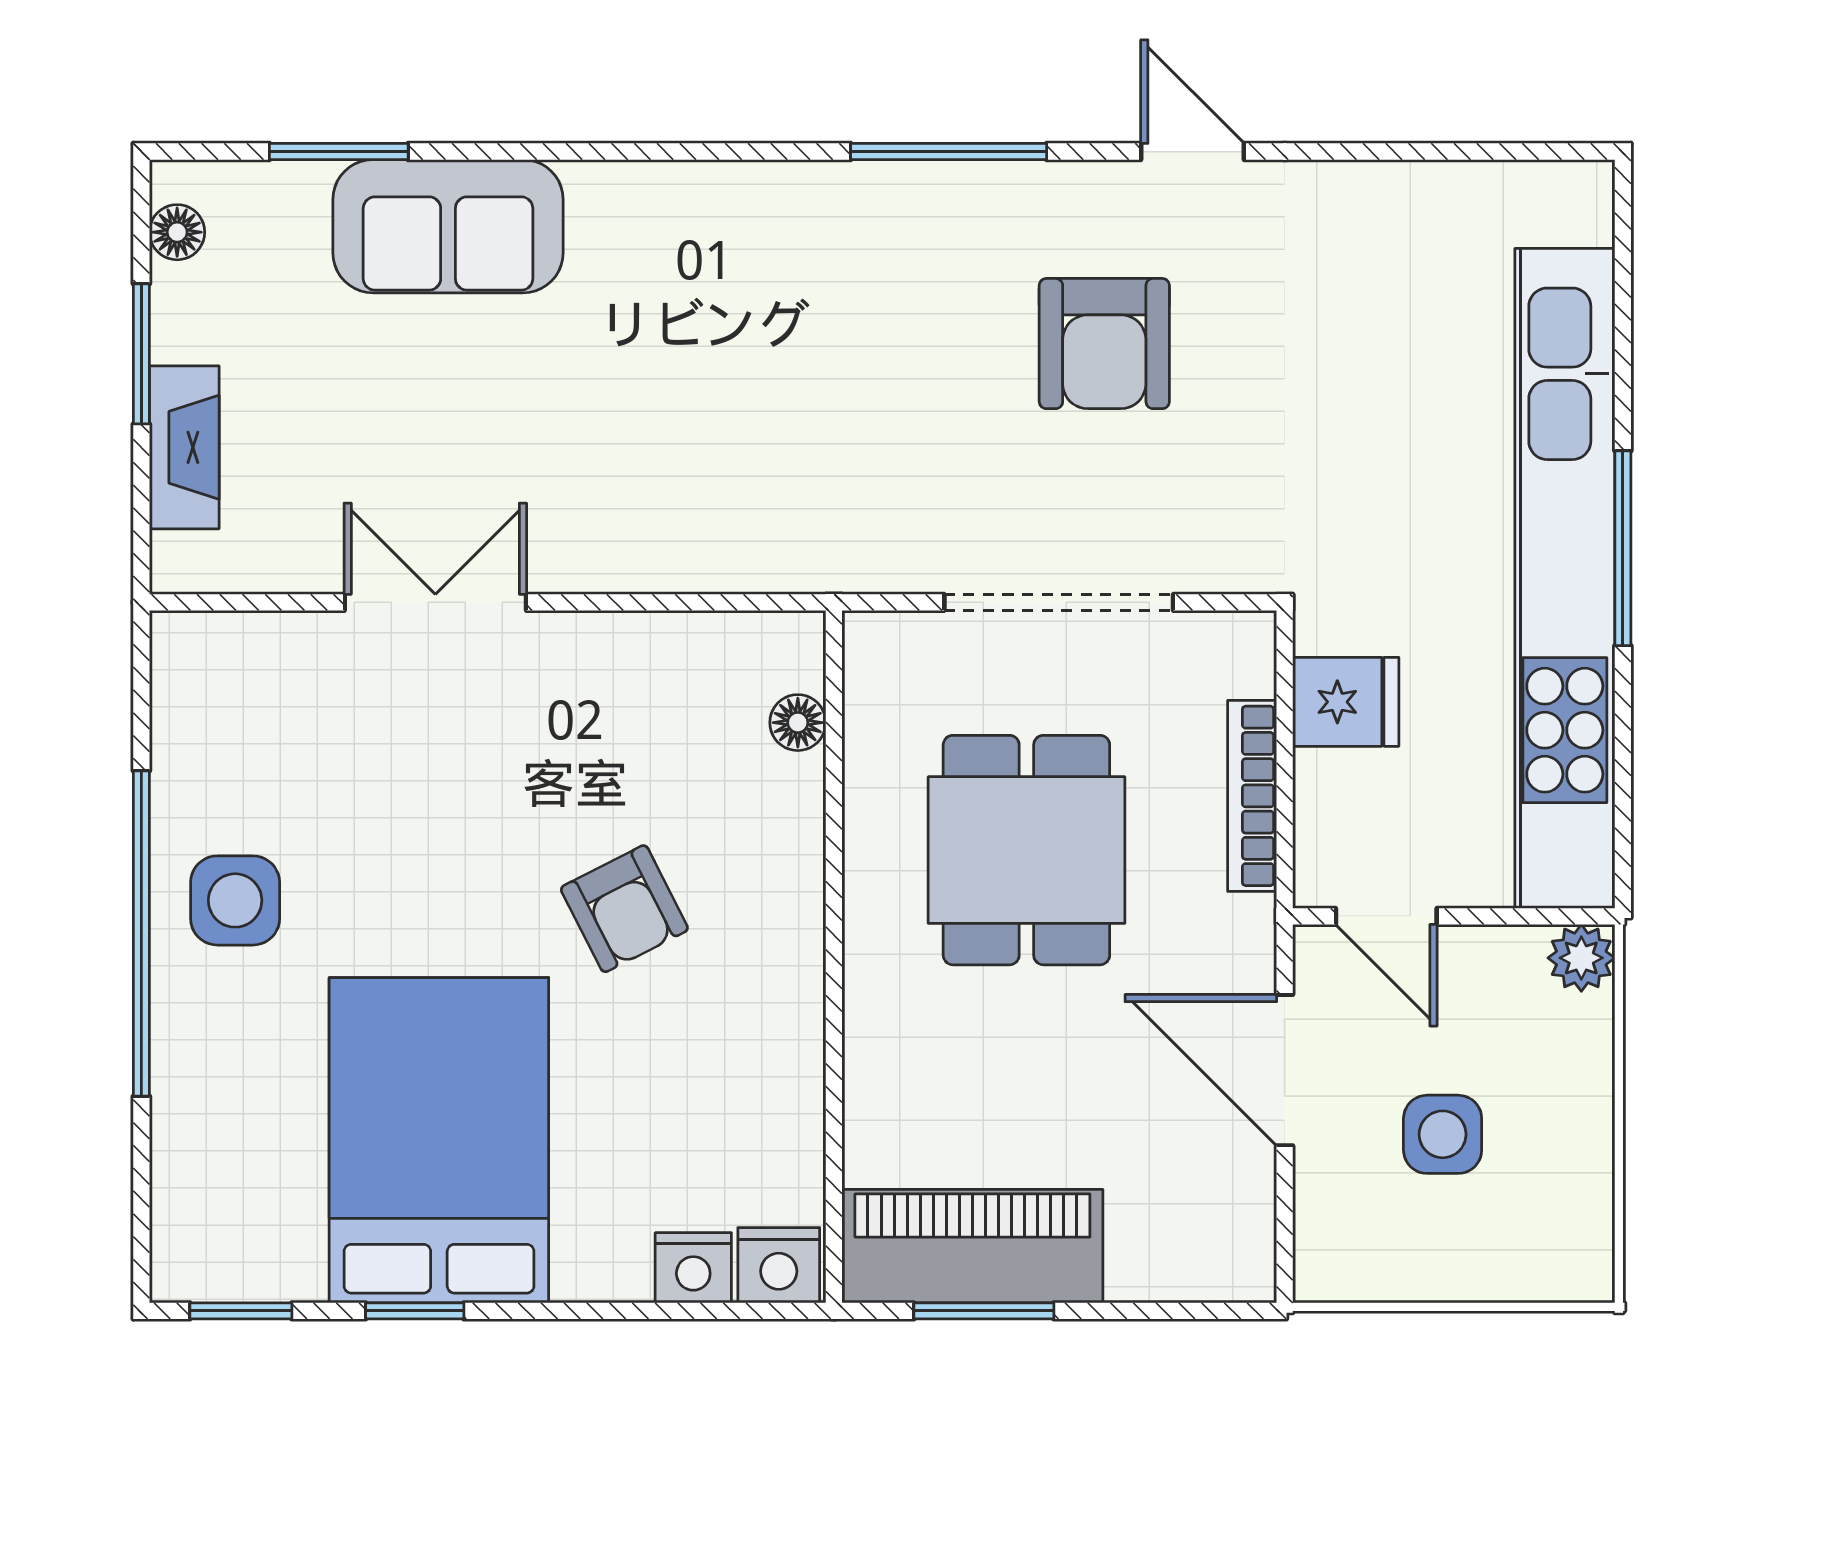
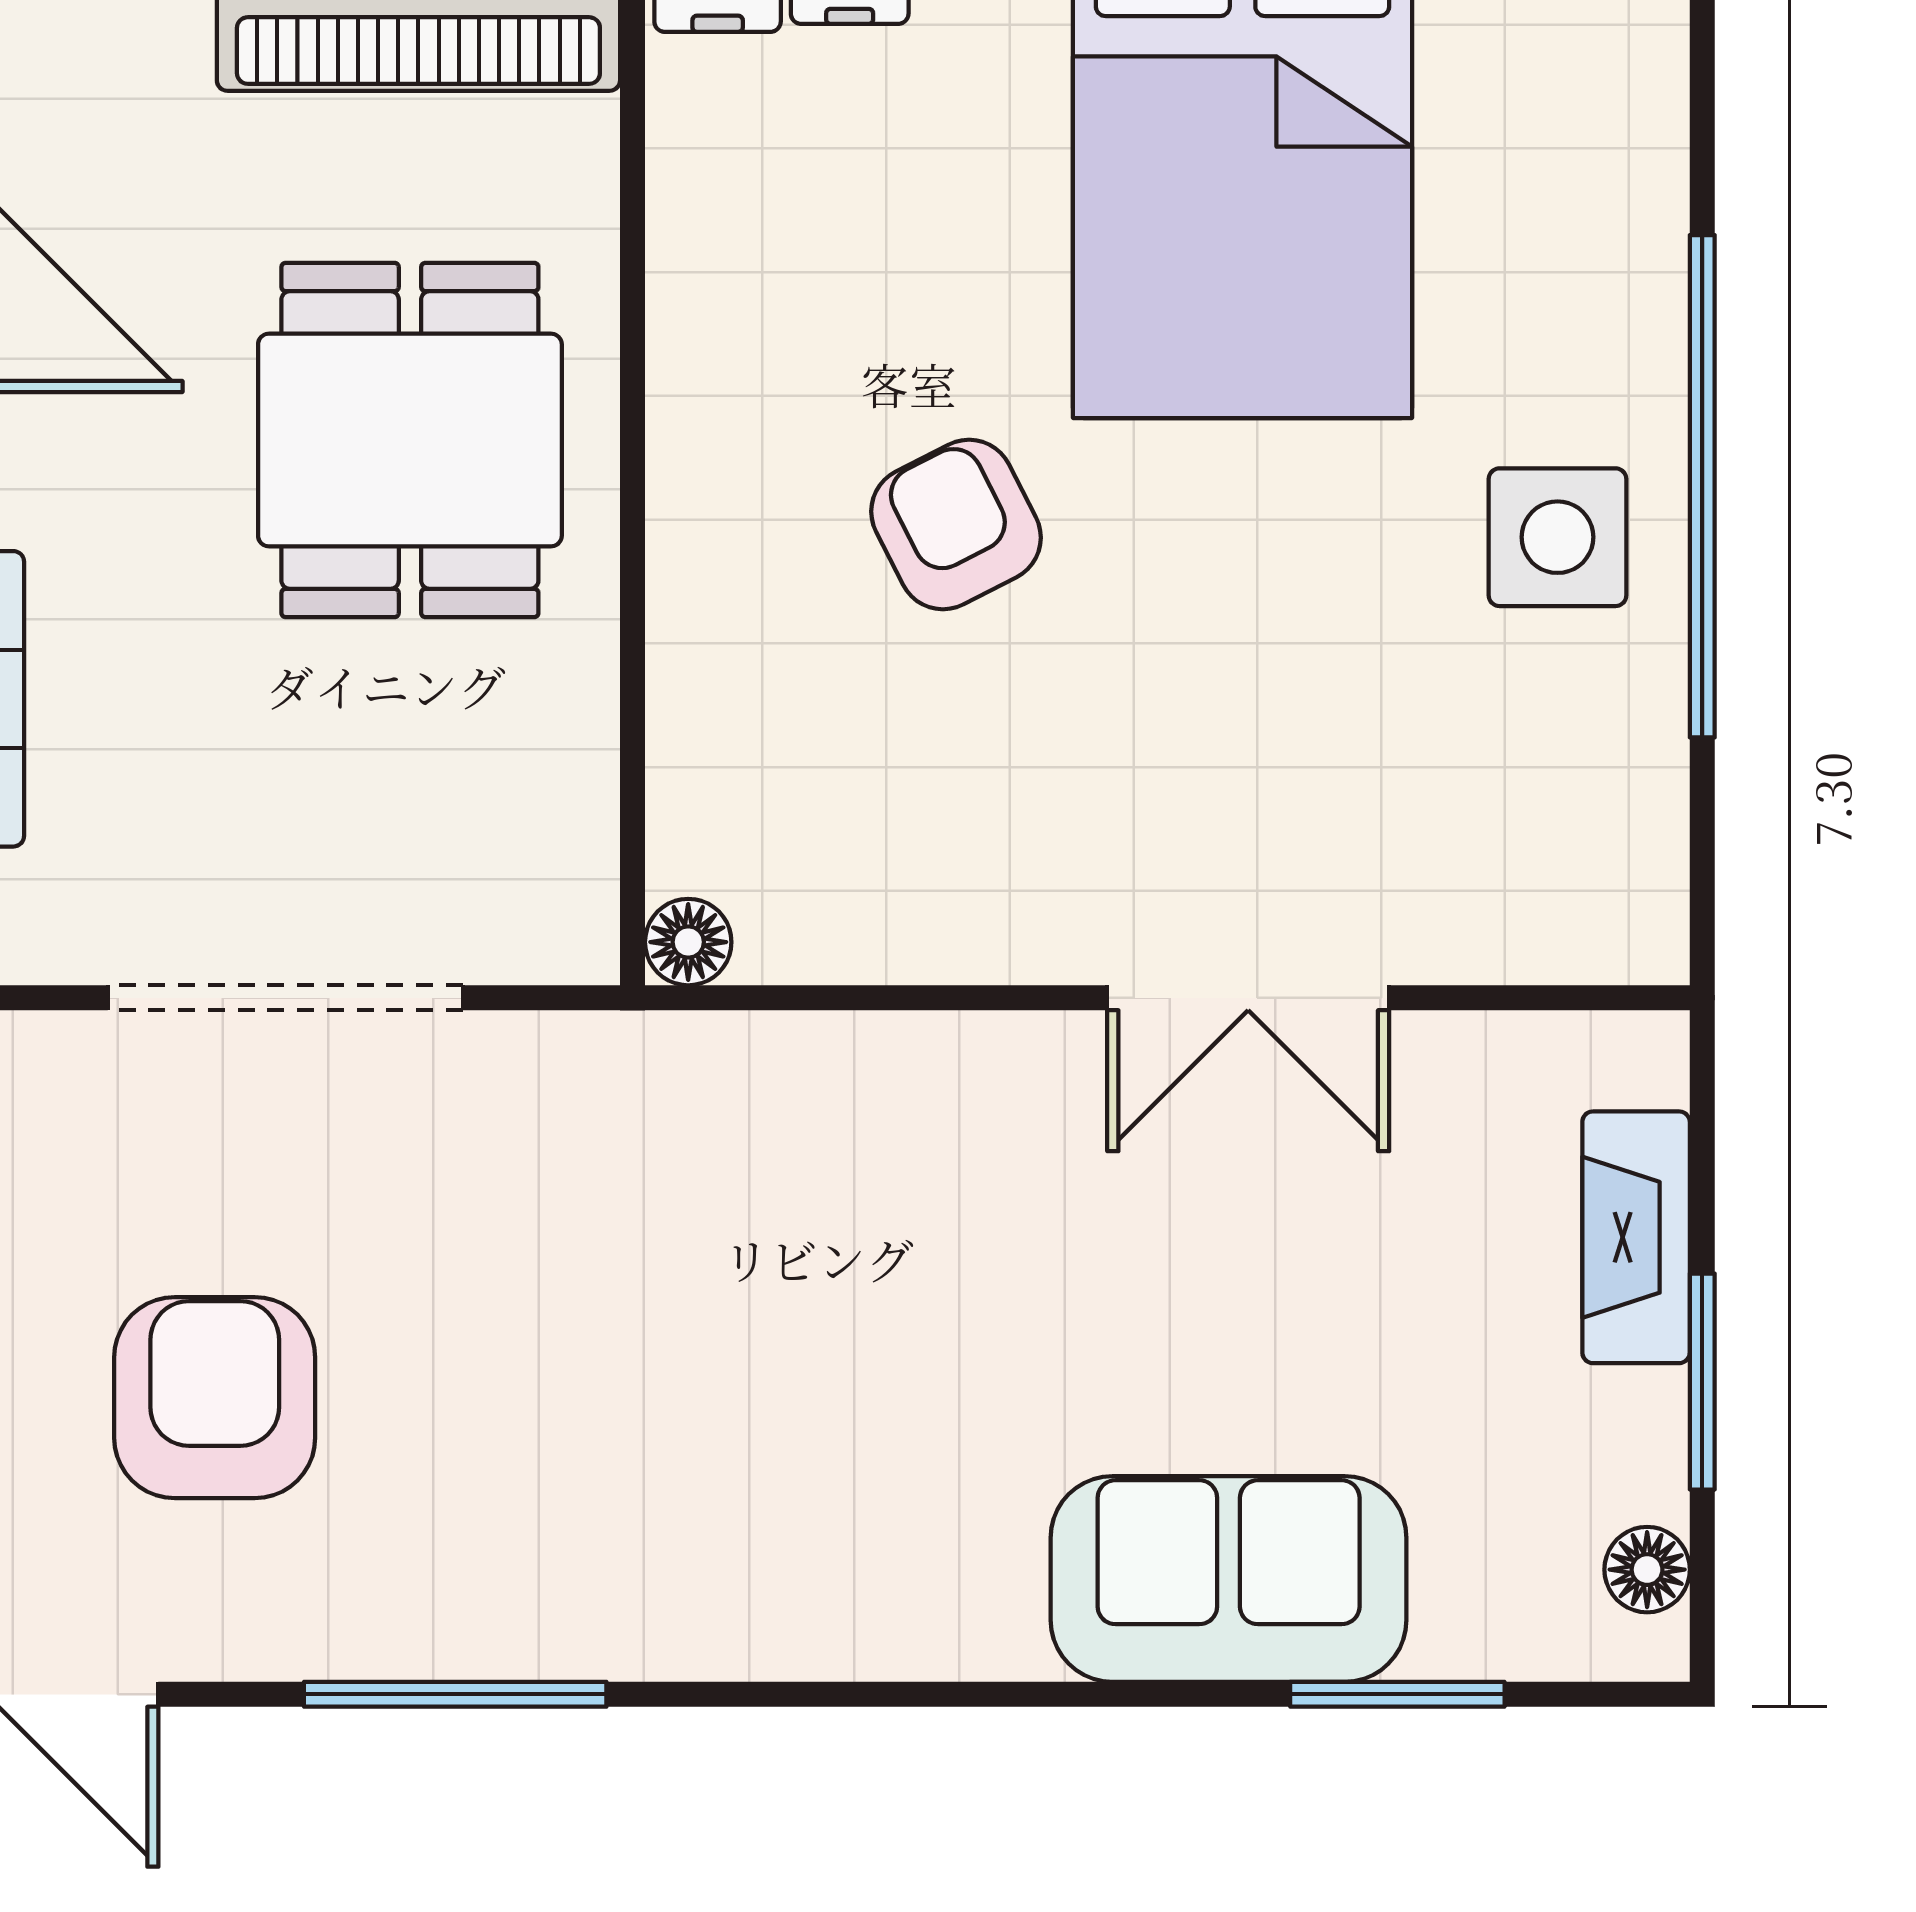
floor lamp: (798, 723) -> (688, 942), moved
dining table: (1026, 850) -> (410, 440), moved

